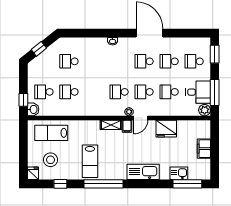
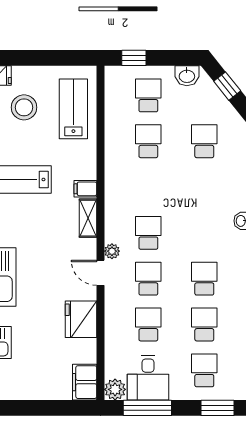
washbasin: (33, 109) -> (187, 76), moved
filing cabinet: (127, 126) -> (85, 189), moved
filing cabinet: (204, 149) -> (85, 382), moved, turned -90

